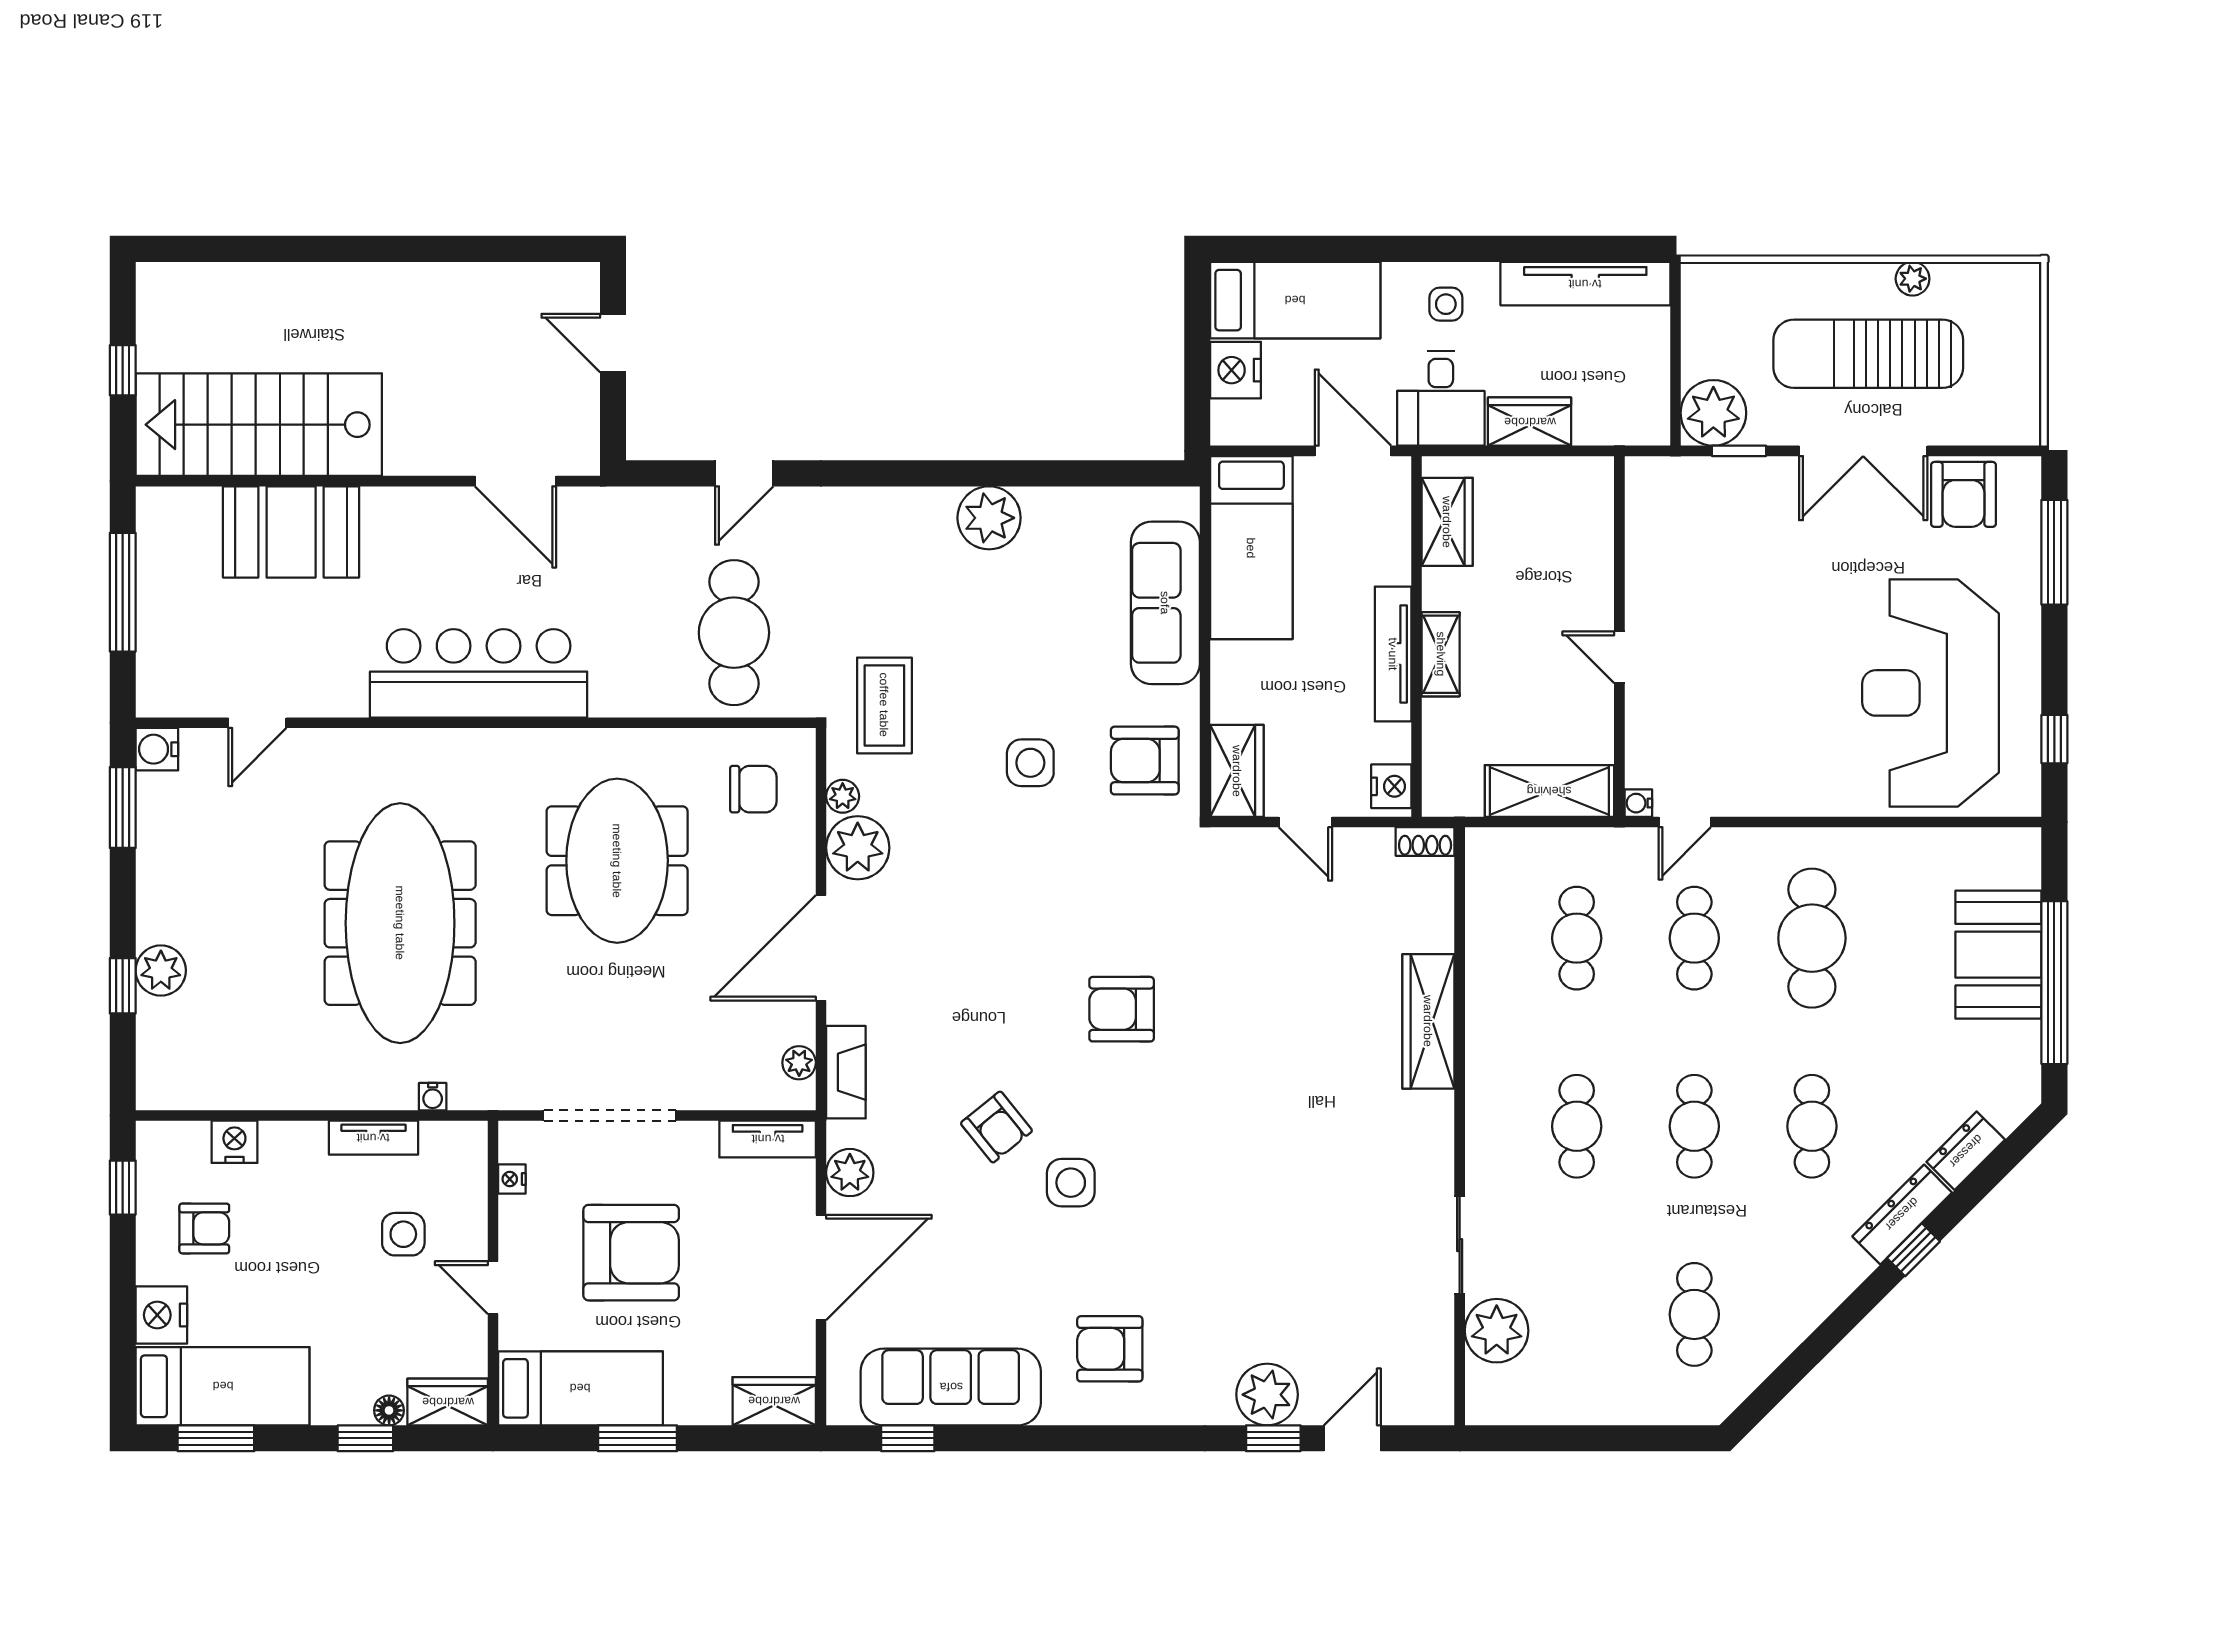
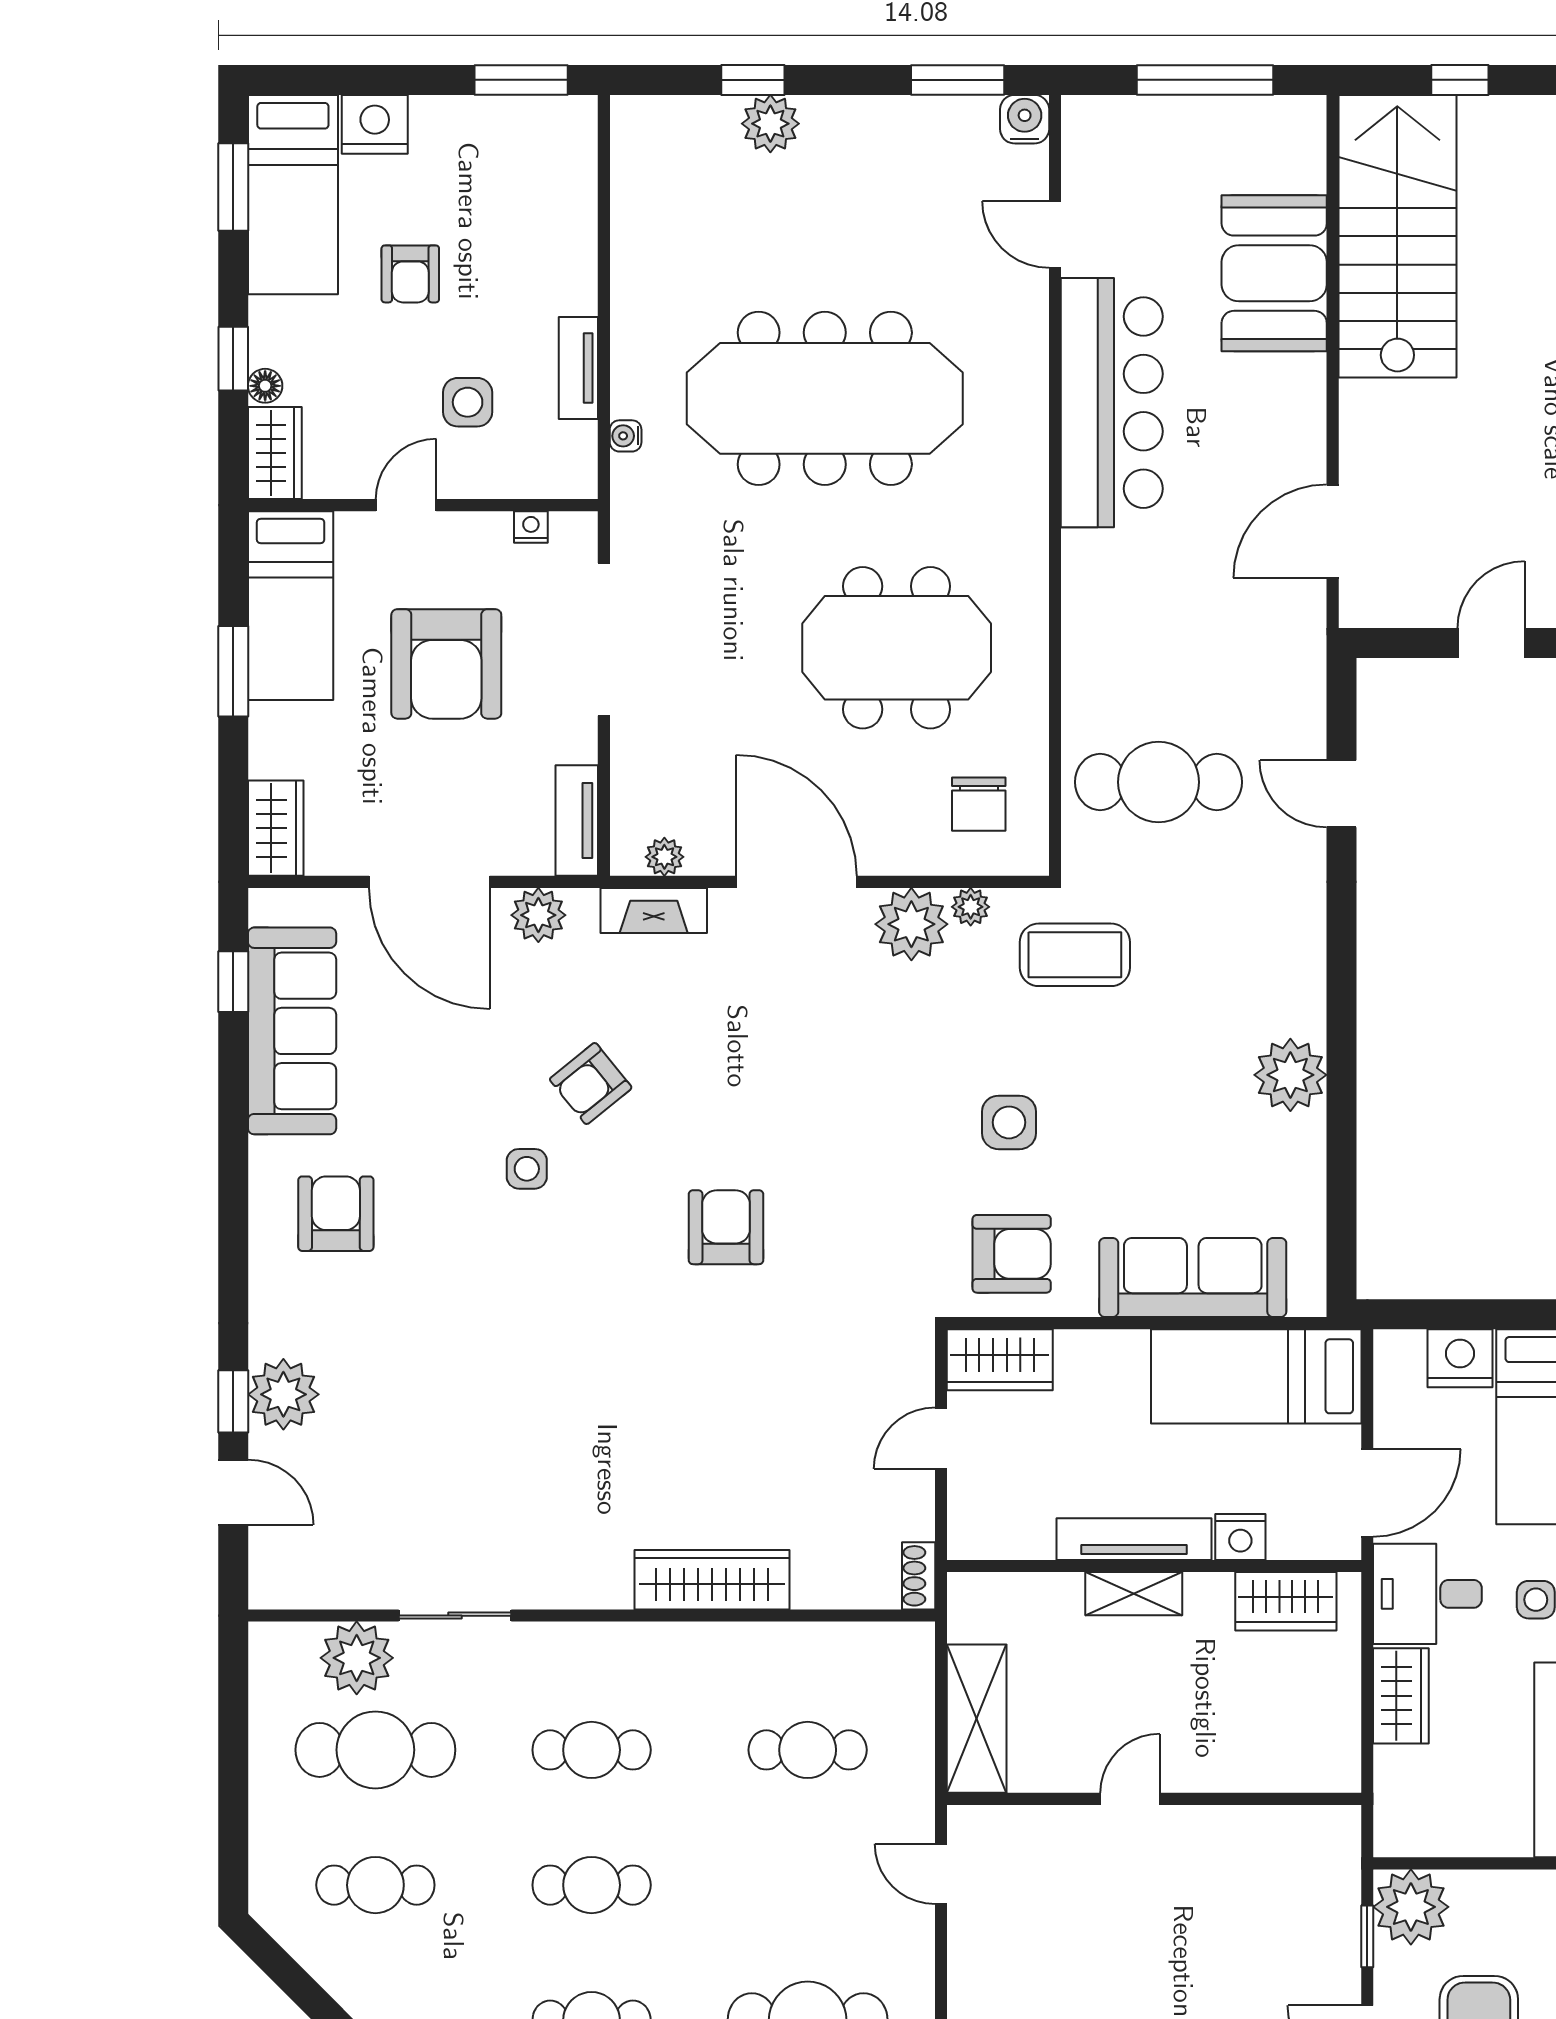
bar counter: (479, 673) -> (1112, 403), moved
armchair: (1145, 761) -> (1012, 1254), turned 90
nightstand: (1391, 786) -> (1240, 1537), moved
water cooler: (1638, 803) -> (963, 1821), removed
cafe table: (1694, 938) -> (375, 1750), moved, width x1.37, depth x1.35
nightstand: (234, 1142) -> (574, 208), removed
side table: (1071, 1183) -> (527, 1169), width x0.73, depth x0.73
window: (123, 1188) -> (521, 80), width x1.50
armchair: (204, 1228) -> (410, 274), moved

